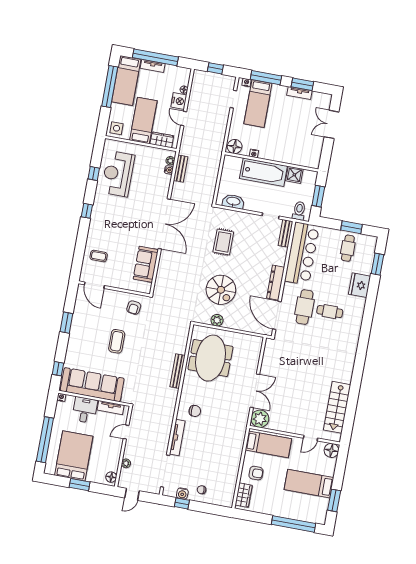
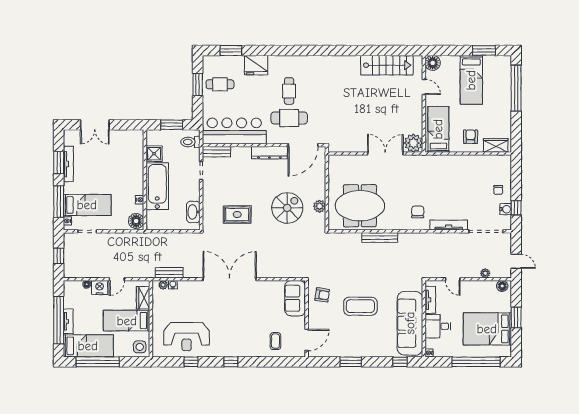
tv unit: (299, 93) -> (68, 164), width x1.41
sofa: (146, 264) -> (295, 298), moved, turned 90
coffee table: (117, 341) -> (360, 306), width x1.36, depth x1.32

